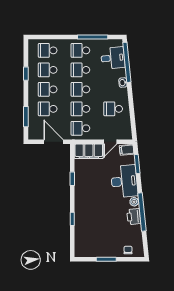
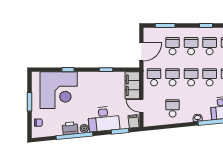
corner desk: (94, 229) -> (59, 90), added

